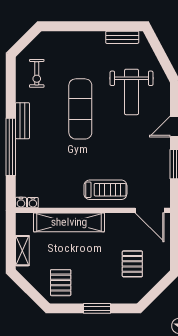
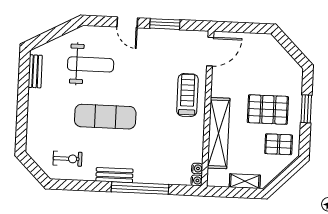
pallet: (132, 264) -> (268, 110), moved, width x1.50, depth x1.42

